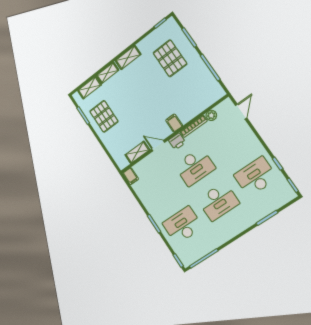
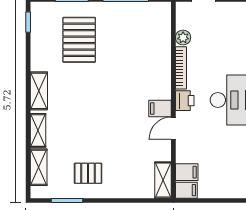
pallet: (170, 58) -> (79, 40), turned 90
pallet: (104, 116) -> (88, 173), width x0.67, depth x0.71
filing cabinet: (174, 123) -> (160, 109), moved
shelving: (137, 152) -> (163, 180), moved
filing cabinet: (140, 170) -> (187, 172), added

